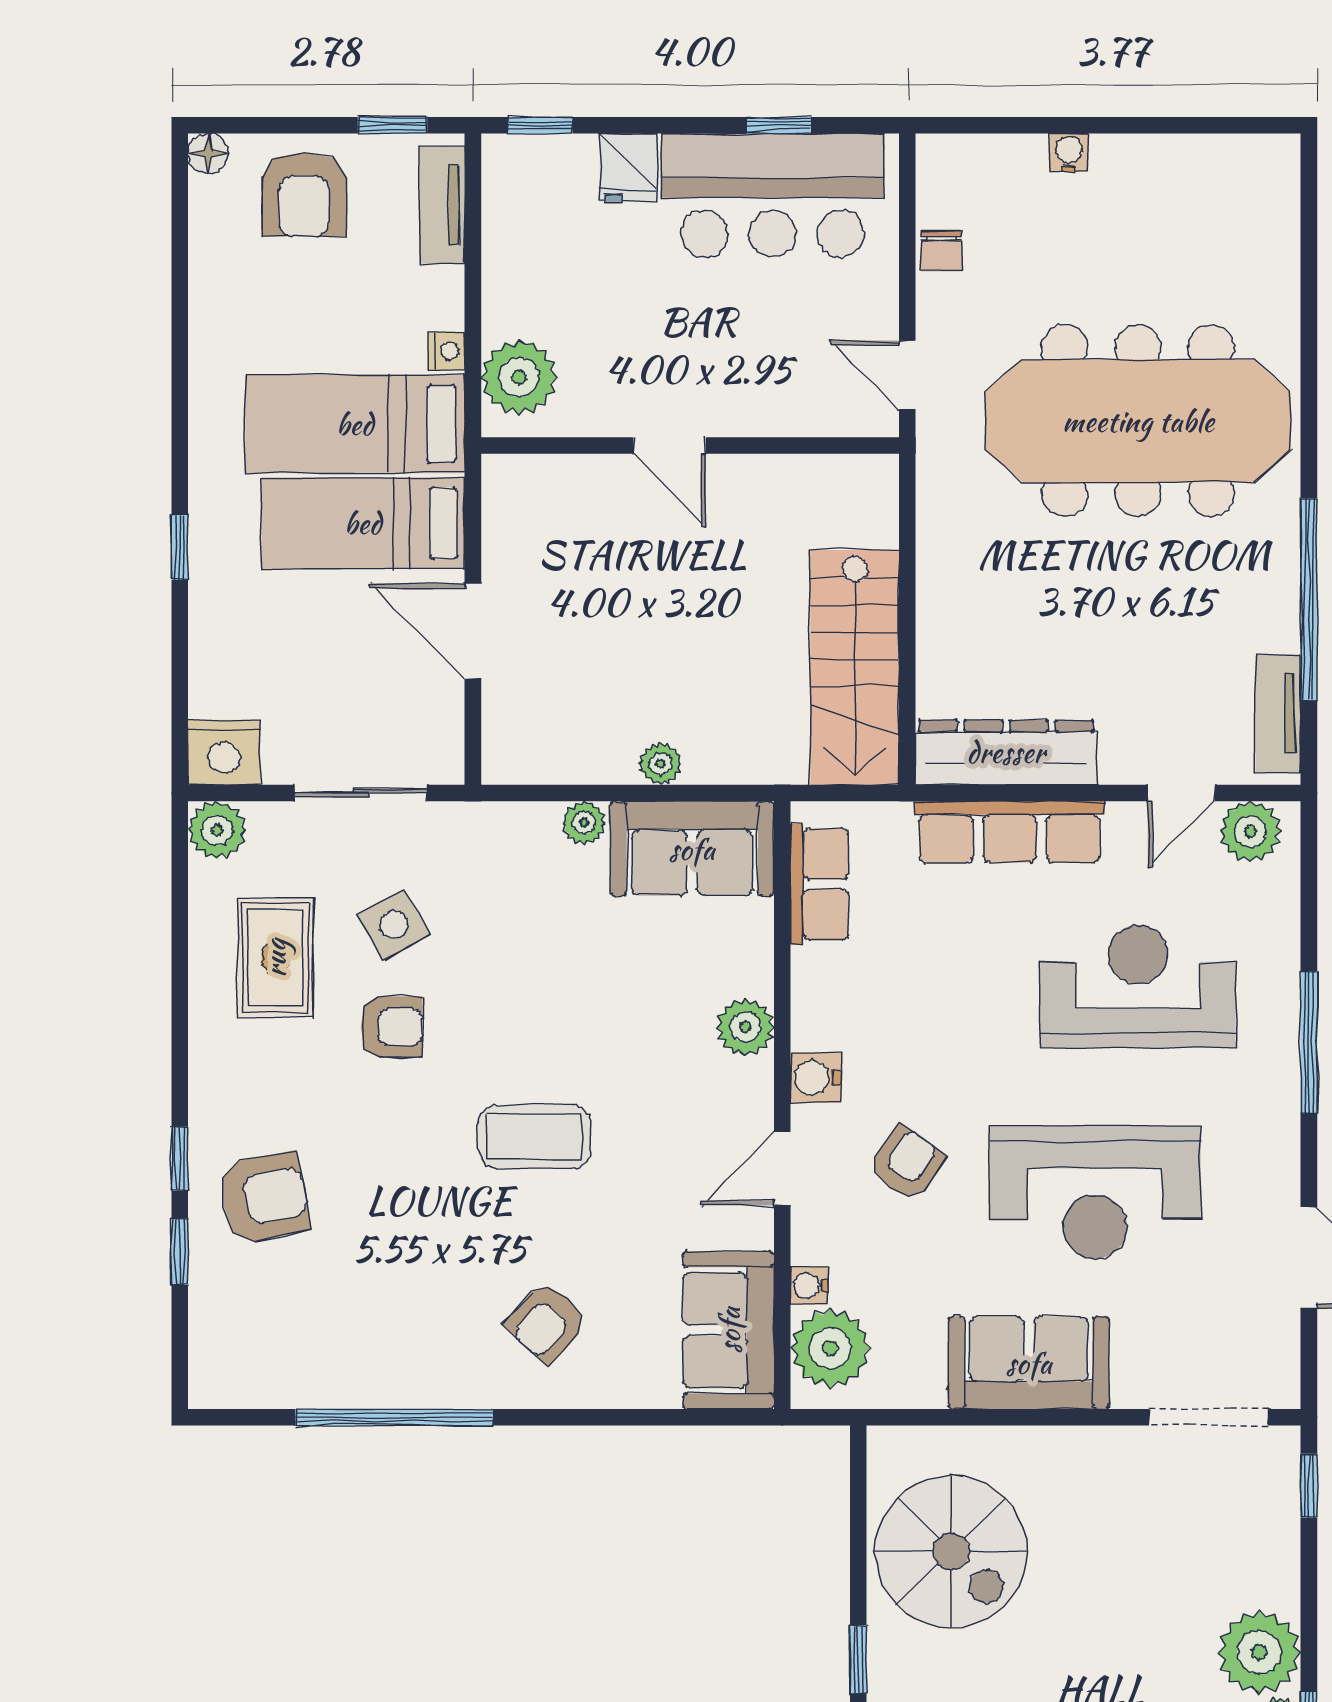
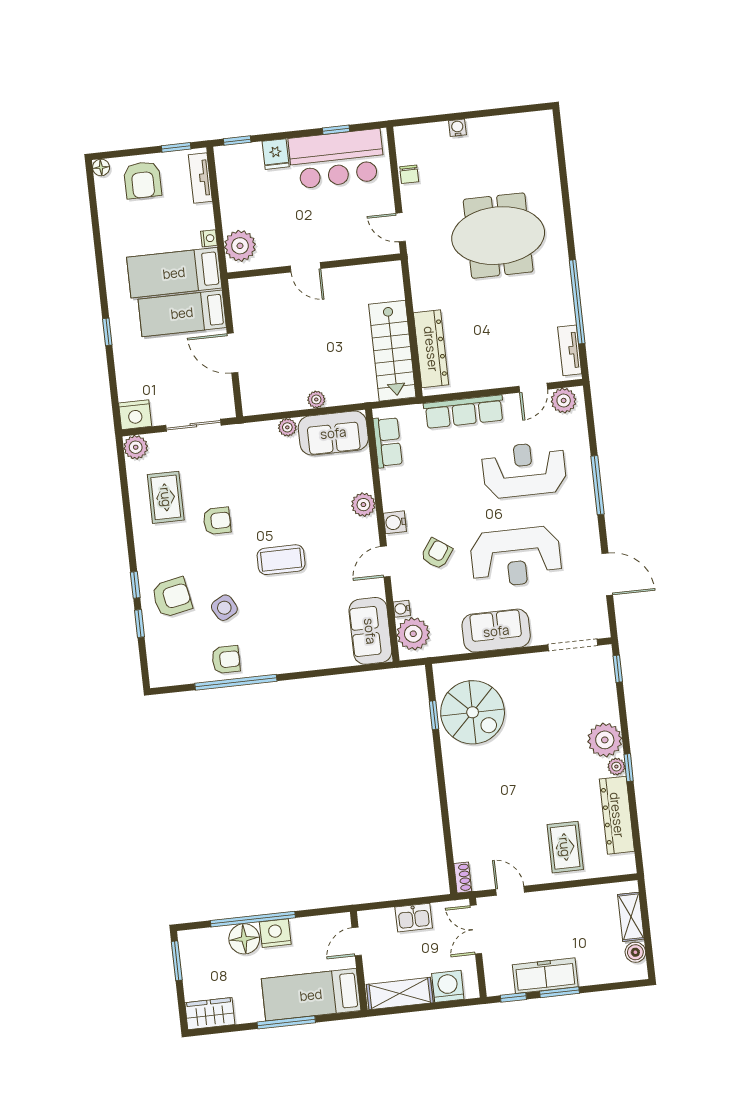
meeting table: (1138, 421) -> (498, 236), width x0.73
dresser: (1006, 752) -> (431, 349), moved, turned 90
side table: (394, 925) -> (224, 608), moved
armchair: (547, 1322) -> (226, 660), moved, turned -132
window: (858, 1659) -> (434, 715), moved

